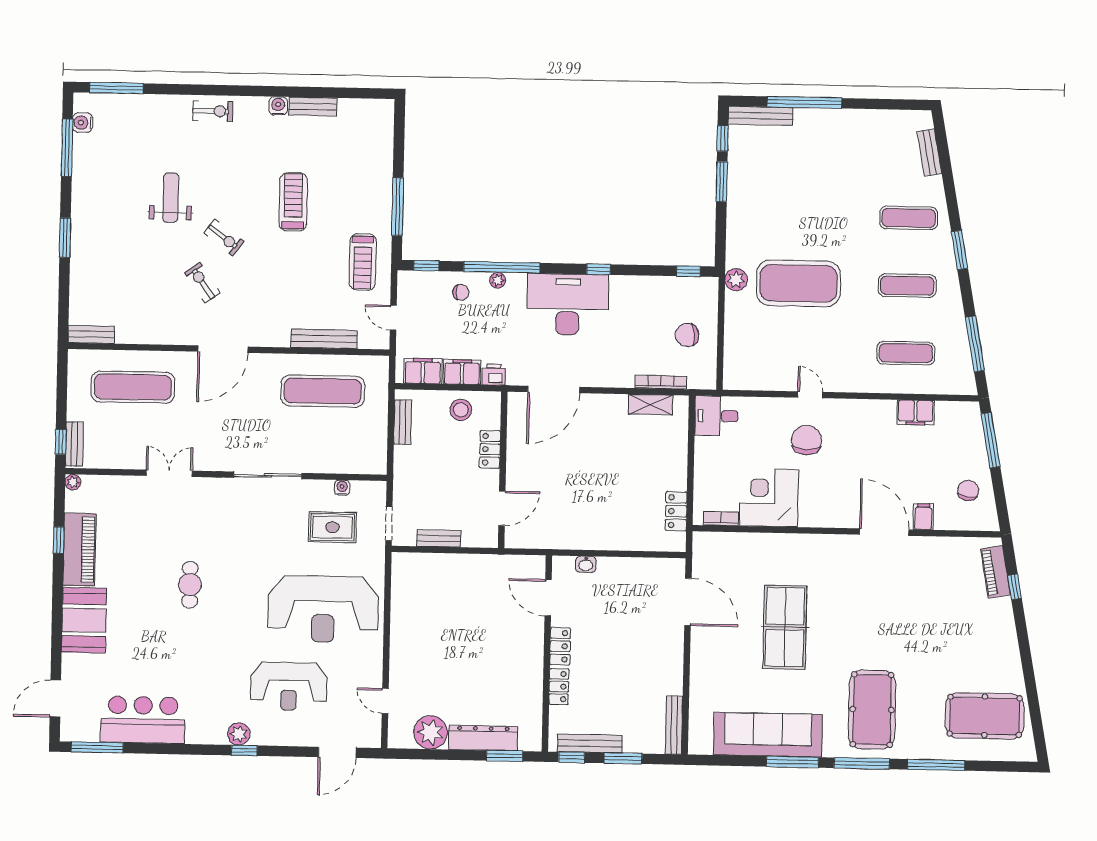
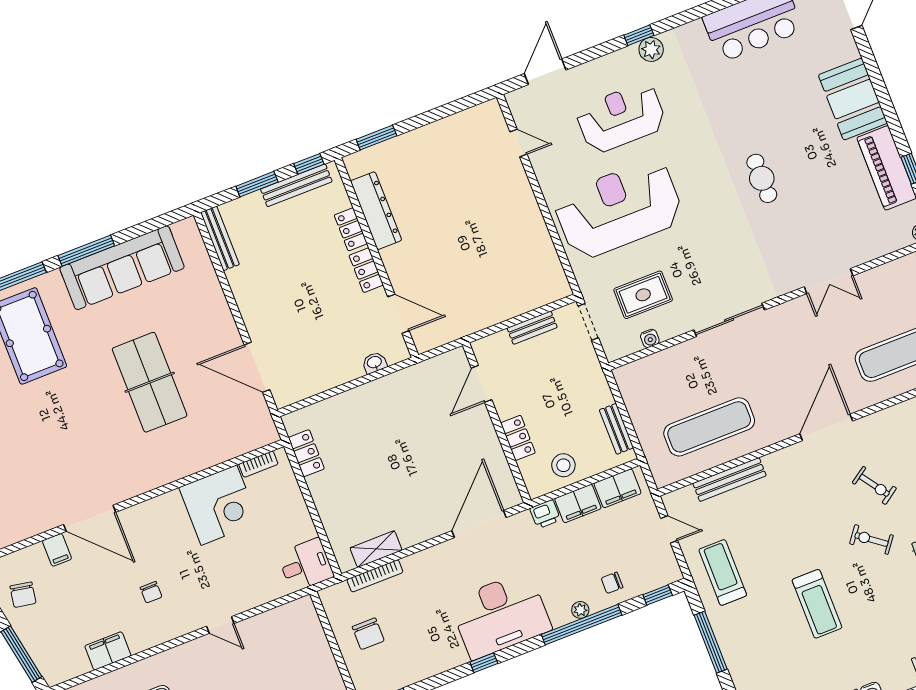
chair: (687, 335) -> (368, 634), turned 97
chair: (807, 440) -> (151, 592), moved, width x0.54, depth x0.54
plant: (430, 732) -> (460, 130), removed
dresser: (483, 738) -> (376, 211), moved, turned -90

